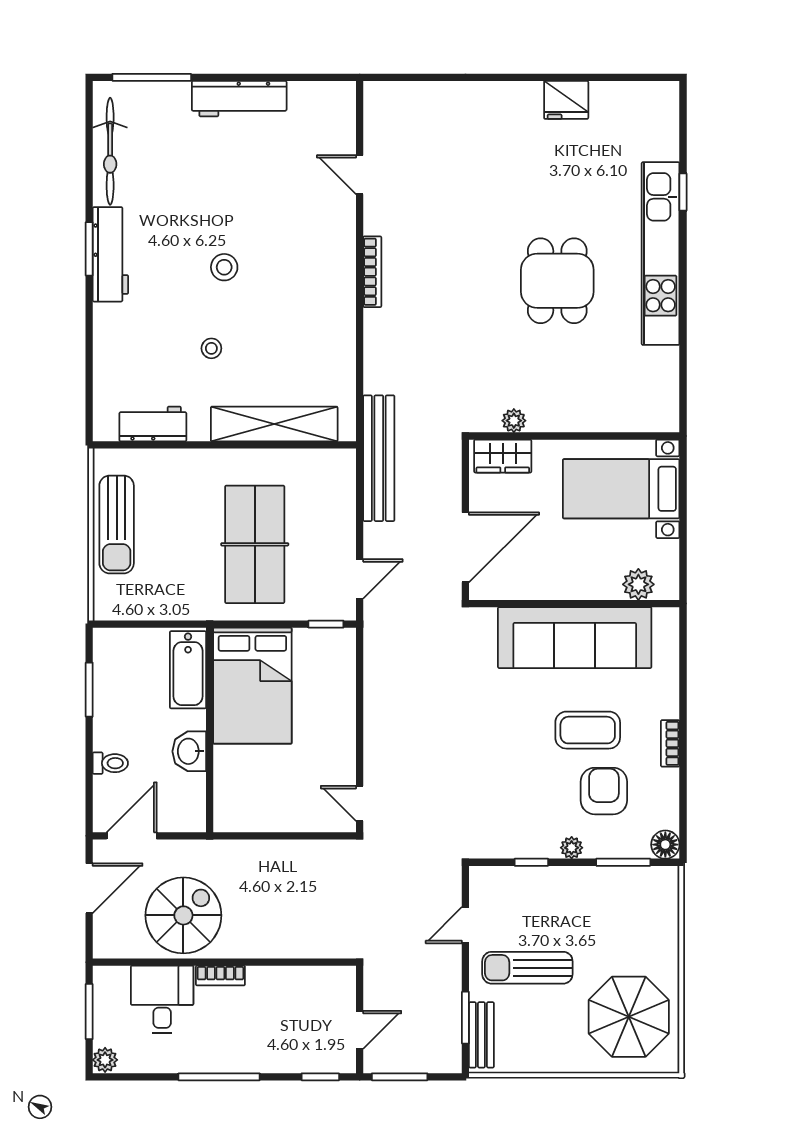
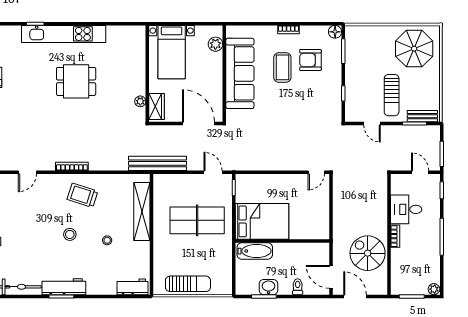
trolley: (309, 295) -> (82, 195), added
workbench: (153, 424) -> (132, 287), moved, turned 90
washbasin: (189, 751) -> (268, 287), moved, turned 180
plant: (572, 848) -> (336, 75), removed
desk: (162, 999) -> (406, 209), moved

